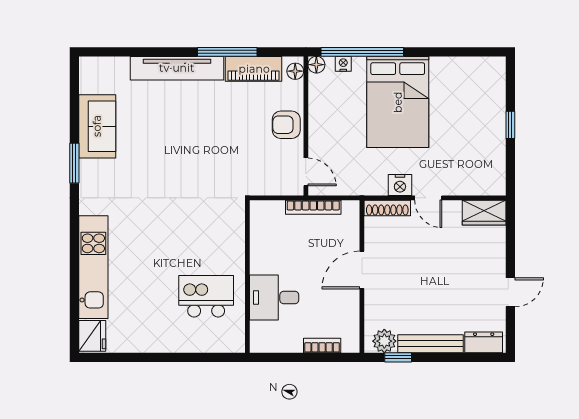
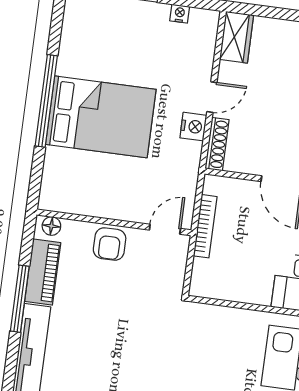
window: (362, 52) -> (46, 101), moved
nightstand: (343, 64) -> (180, 14), moved, turned 90
floor lamp: (316, 65) -> (47, 202), removed

